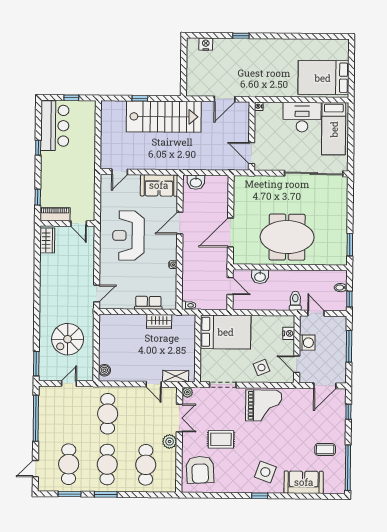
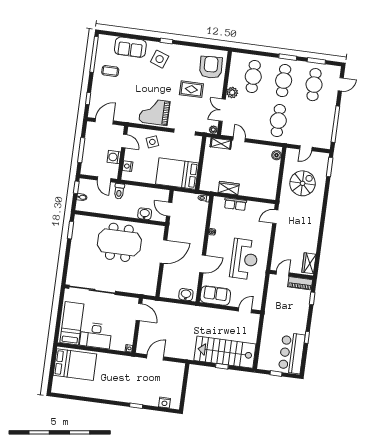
stairs: (164, 117) -> (225, 352), moved
door: (79, 224) -> (283, 273), hinge flipped

